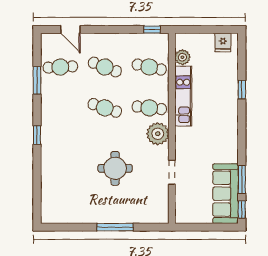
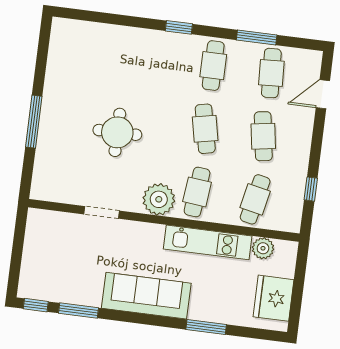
window: (152, 29) -> (311, 189), moved
fridge: (223, 42) -> (273, 298), width x1.88, depth x1.34
cafe table: (105, 67) -> (263, 136), turned -30
window: (242, 90) -> (206, 327), width x1.50
cafe table: (60, 108) -> (213, 66), added
cafe table: (105, 108) -> (205, 129), turned -30
sofa: (226, 194) -> (146, 296), moved

